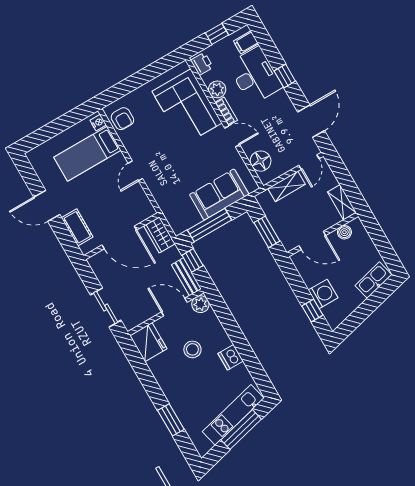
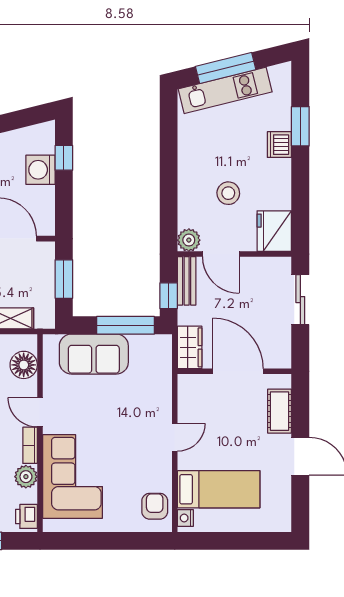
dishwasher: (231, 357) -> (279, 145), moved, turned 180

